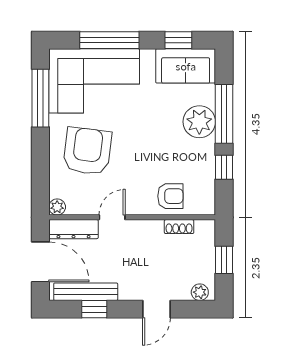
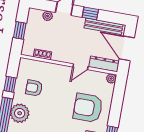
armchair: (87, 151) -> (88, 108), turned 83
armchair: (170, 196) -> (34, 88), moved
plant: (200, 292) -> (48, 16), moved
window: (94, 309) -> (90, 13), moved

